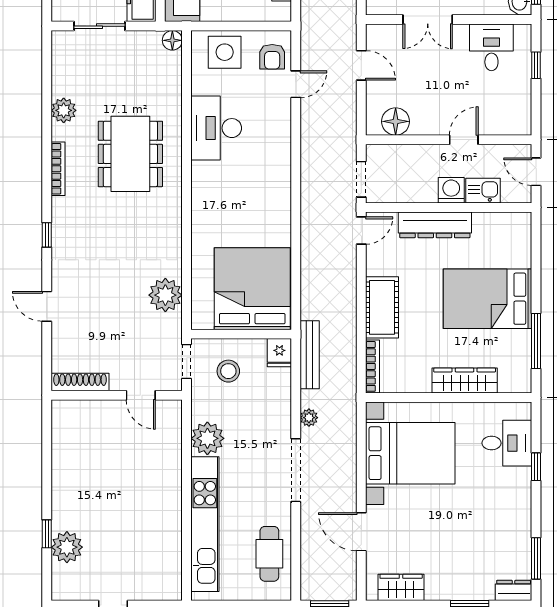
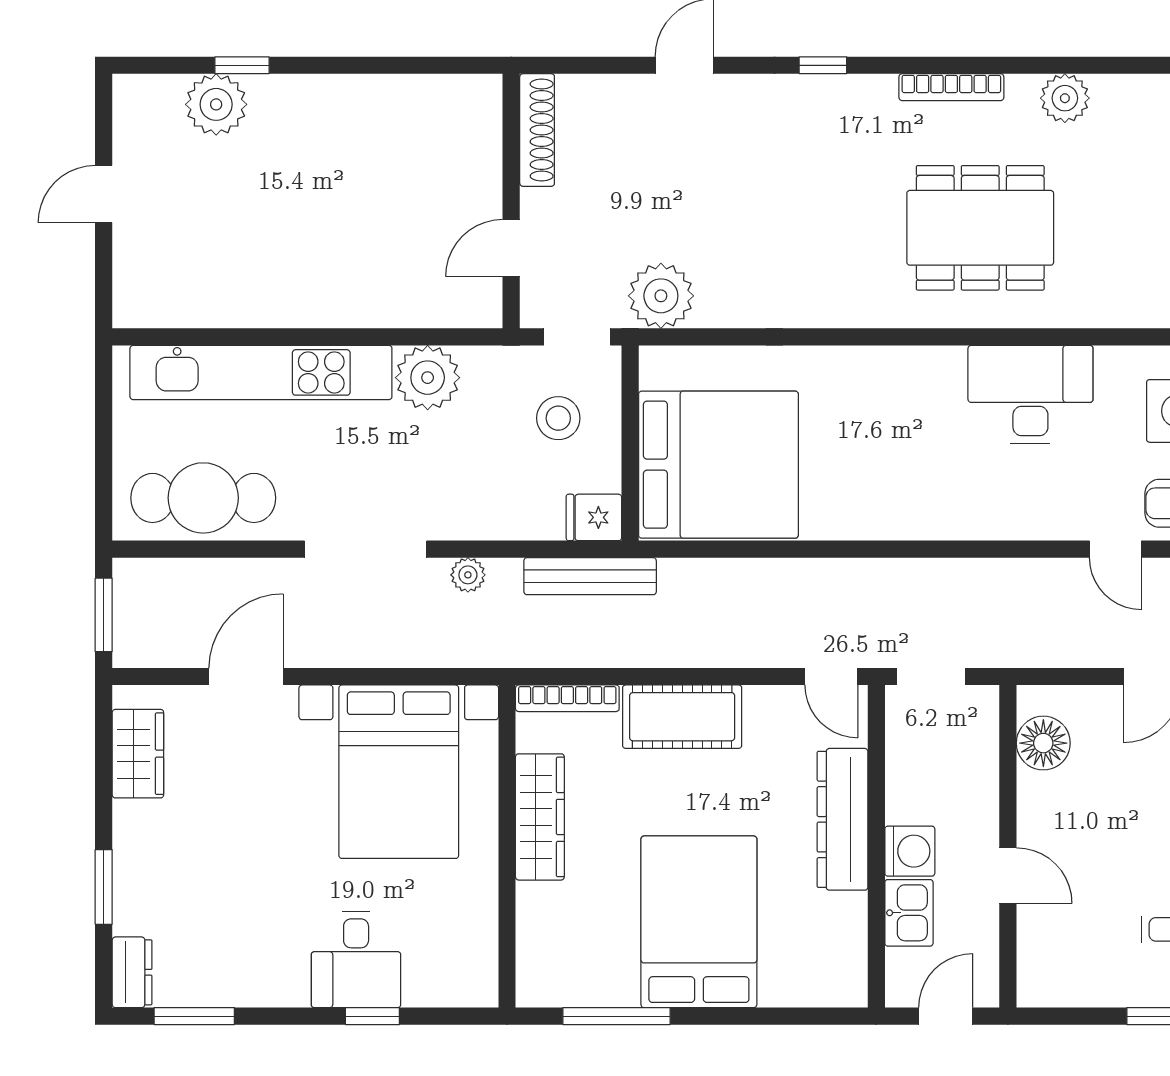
plant: (165, 295) -> (661, 296), moved
wardrobe: (465, 381) -> (540, 817), moved
desk: (507, 443) -> (356, 959), moved
cafe table: (269, 554) -> (203, 498), width x1.37, depth x1.35

